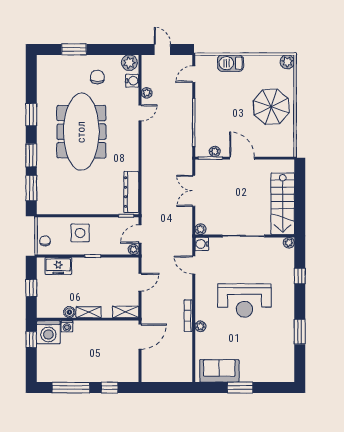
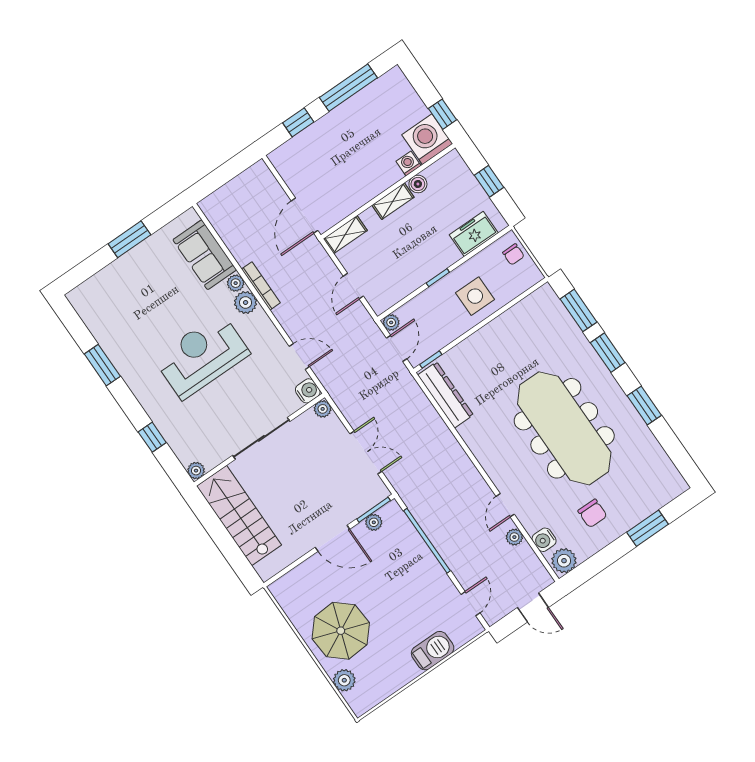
plant: (287, 62) -> (344, 680), moved
plant: (202, 313) -> (246, 302), added
sofa: (219, 371) -> (205, 255), moved, turned 90

